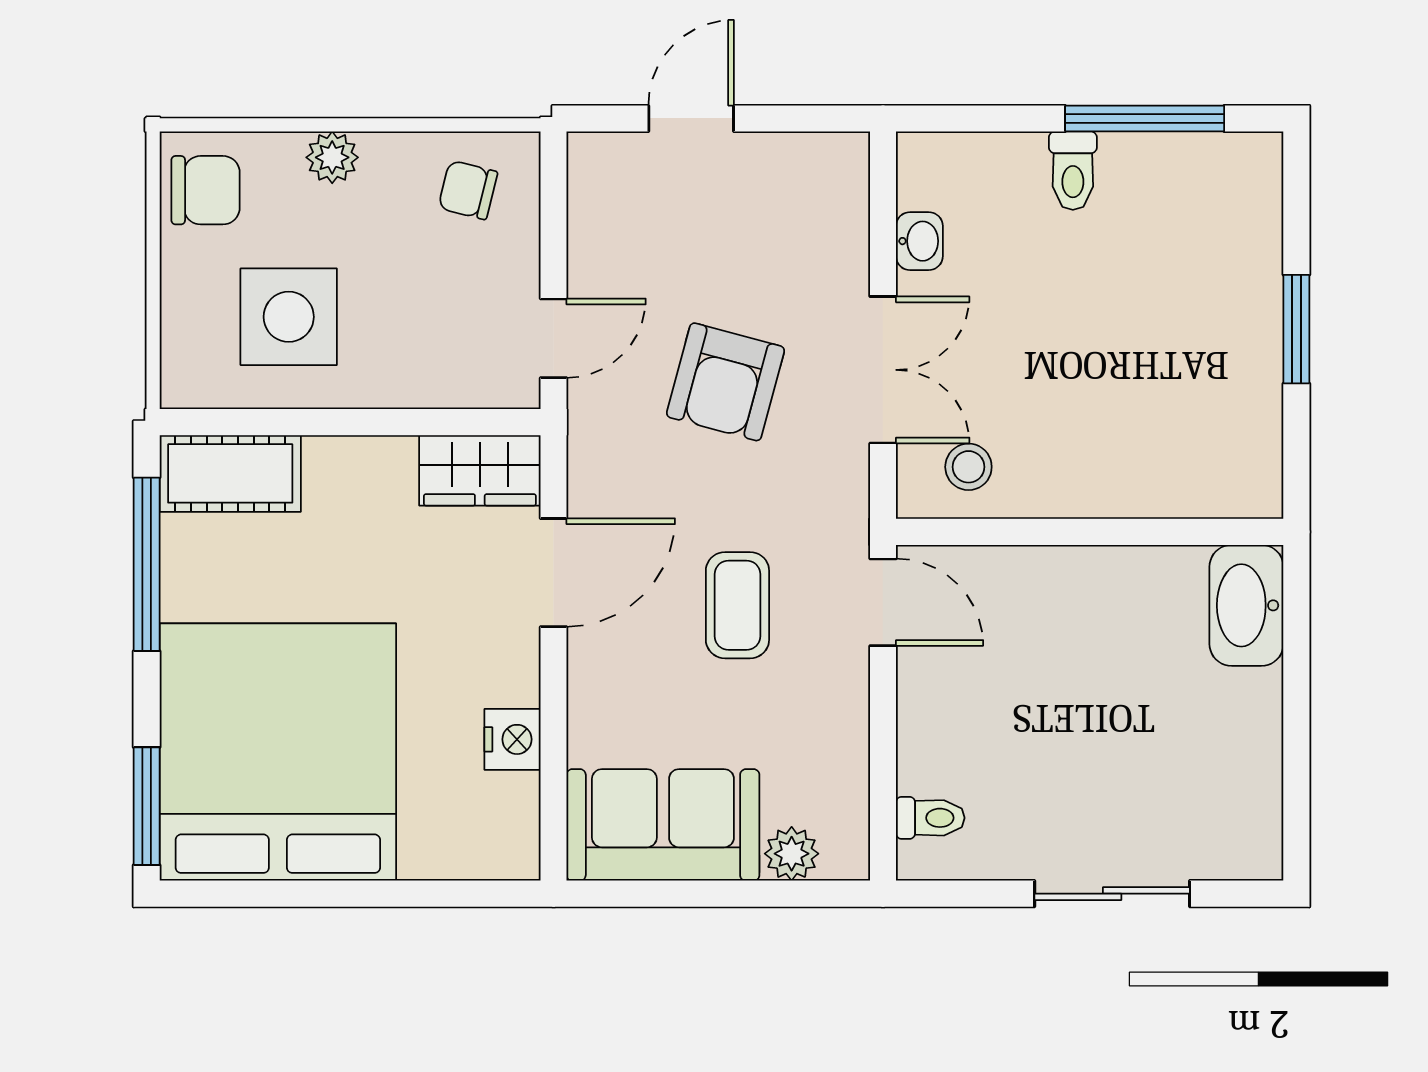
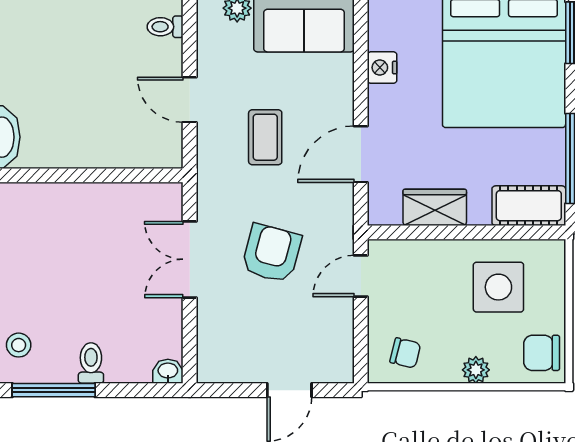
washbasin: (919, 241) -> (168, 371), moved, turned 90
stool: (968, 467) -> (19, 345), moved
wardrobe: (480, 470) -> (435, 207), moved
door: (883, 602) -> (190, 100), moved

